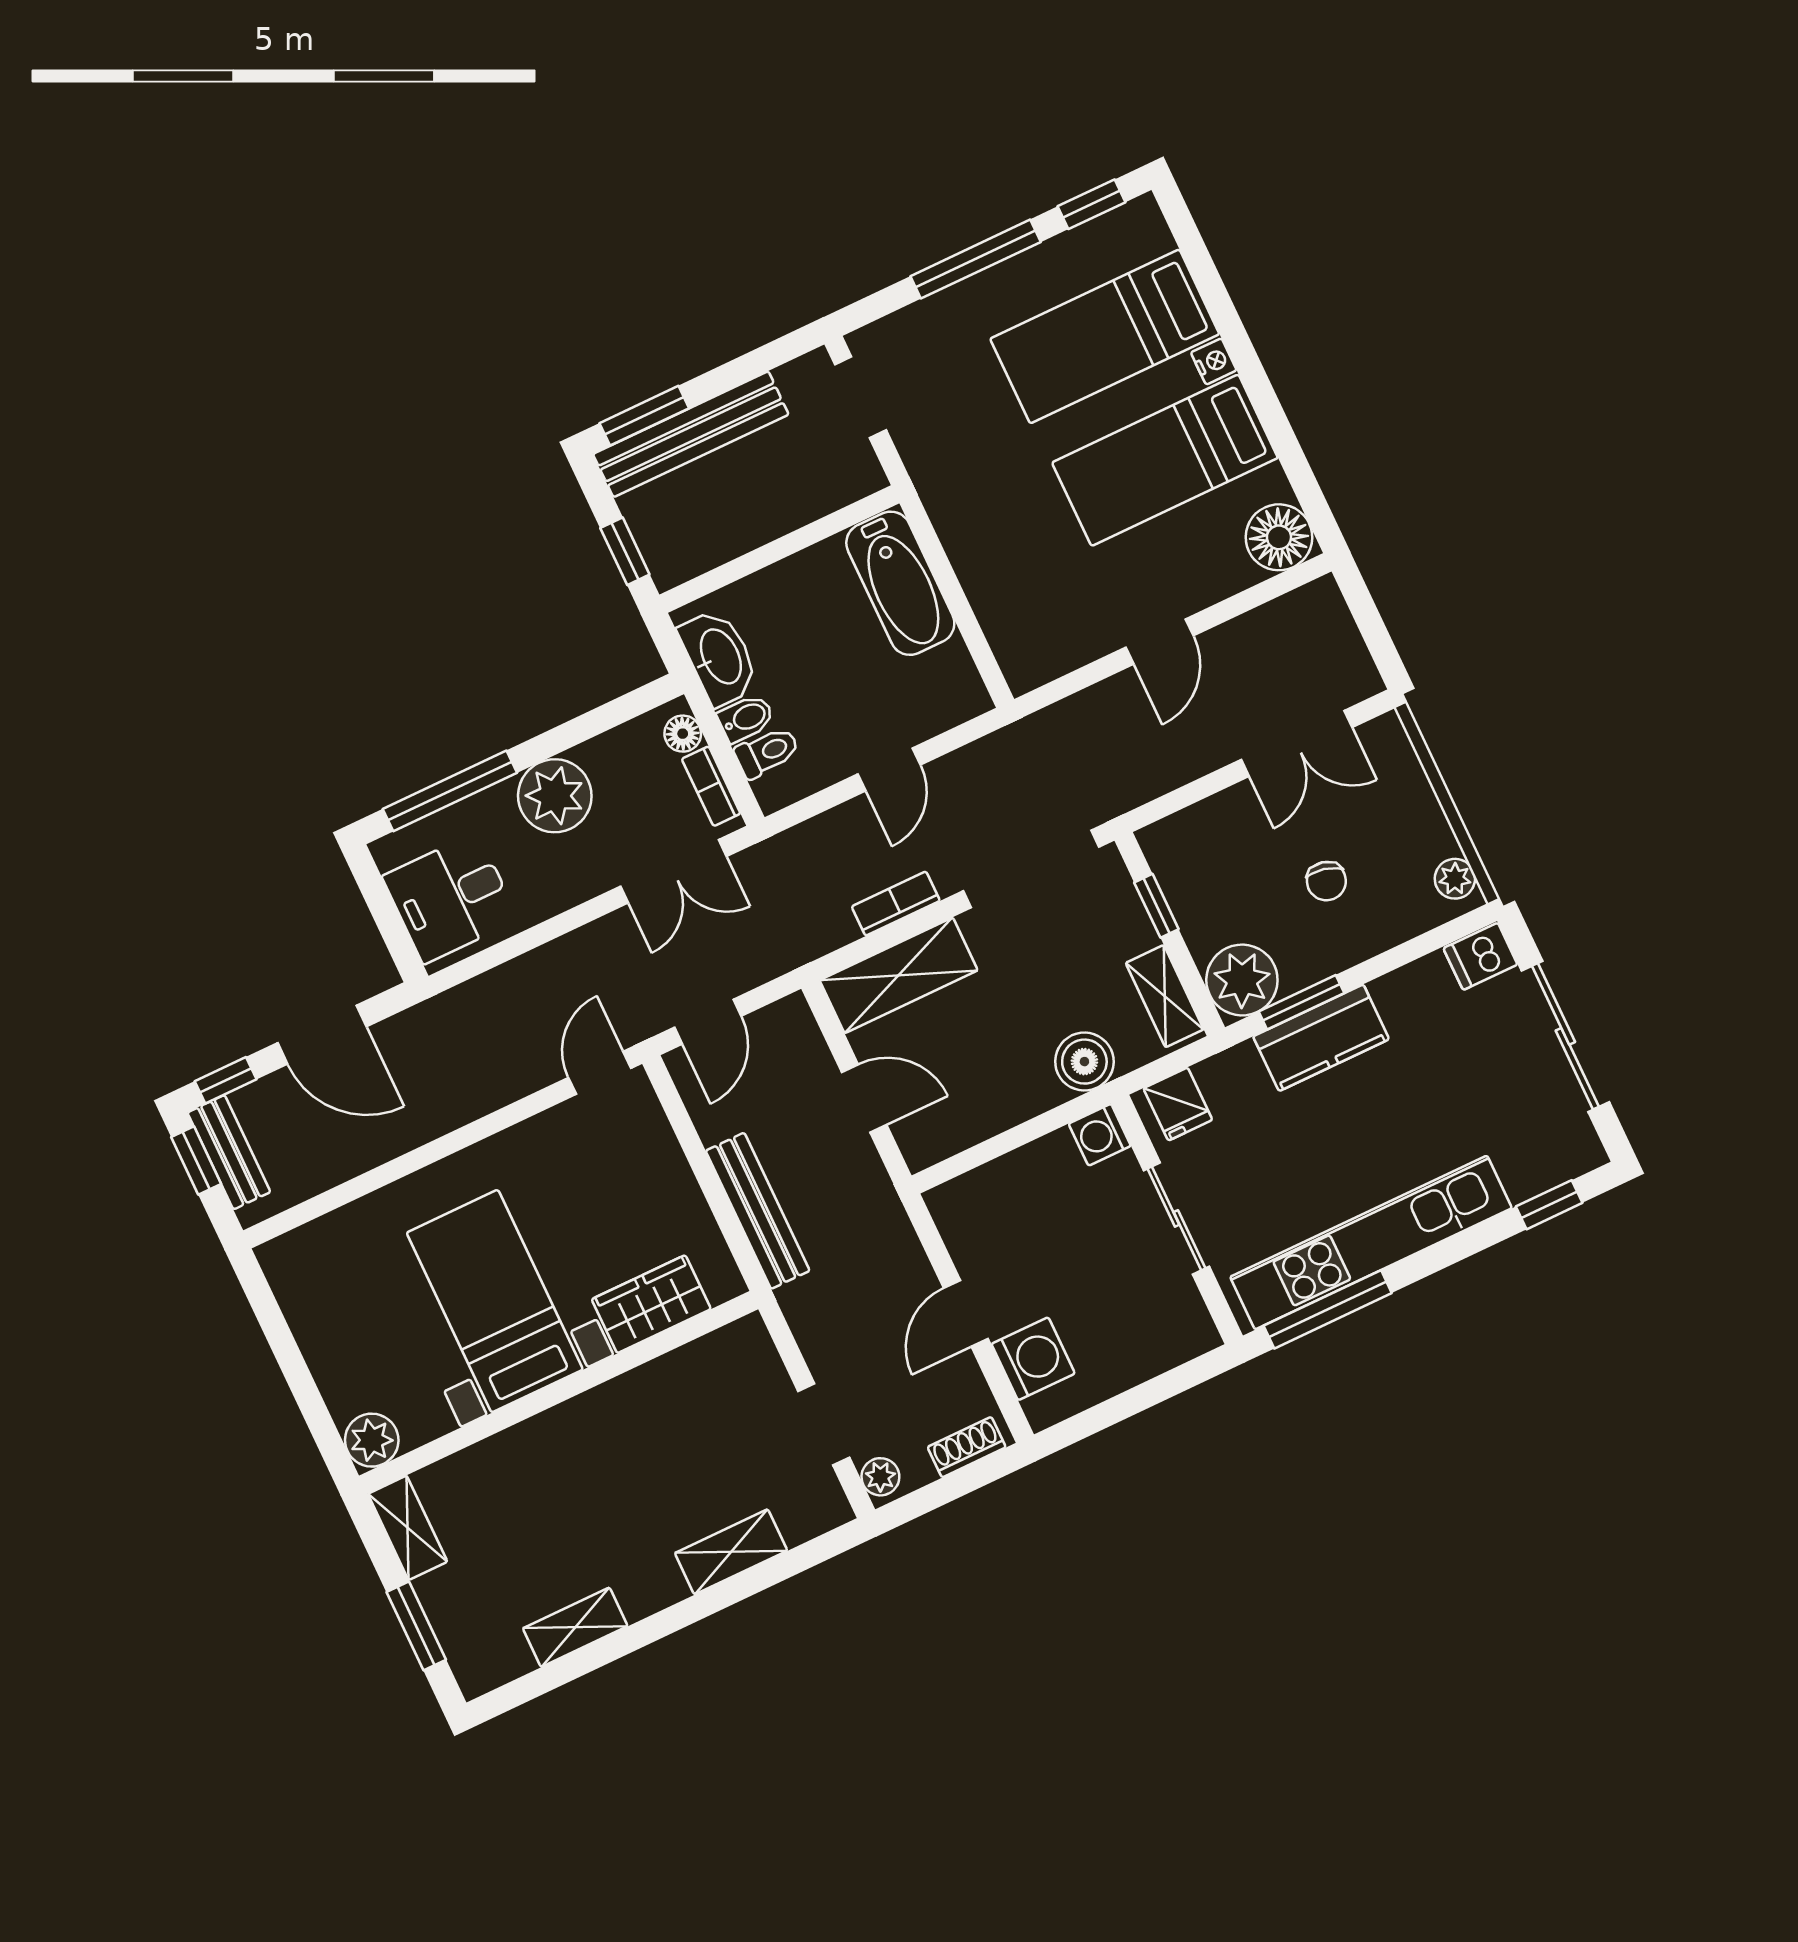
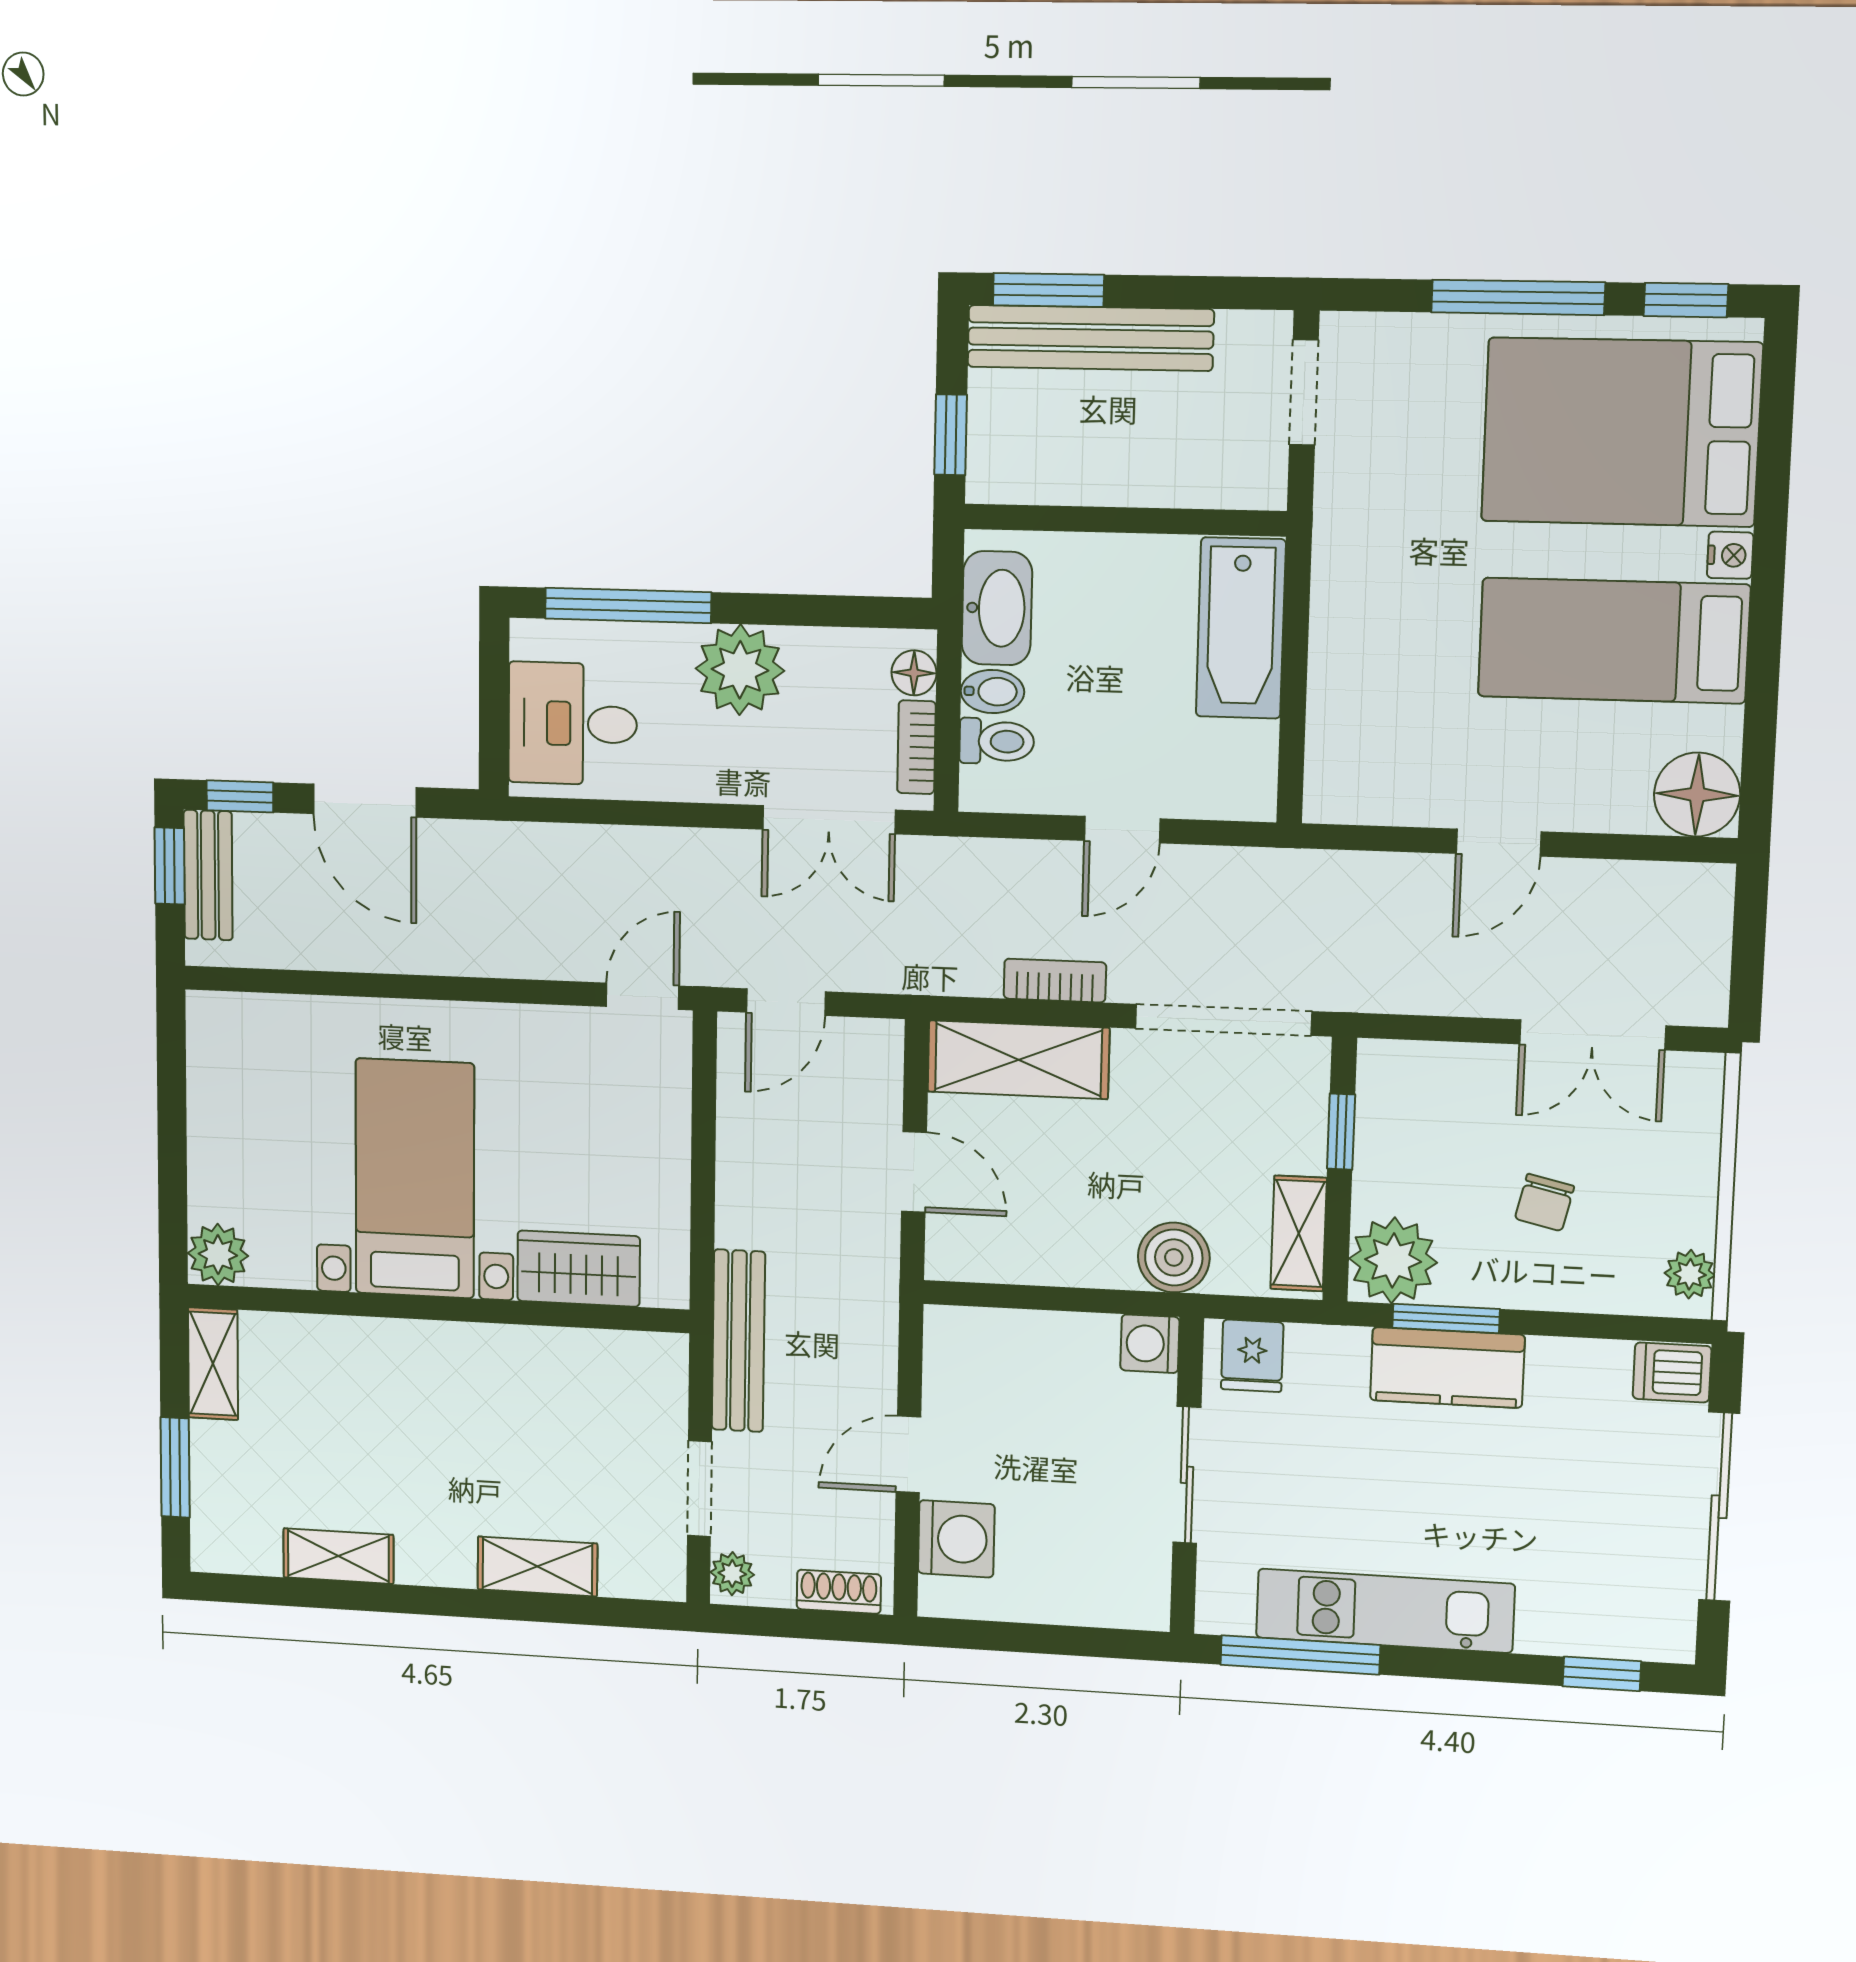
bed: (1105, 336) -> (1621, 432), width x1.50
bench: (758, 1211) -> (738, 1341), moved
kitchen unit: (1371, 1242) -> (1385, 1611), width x0.73

